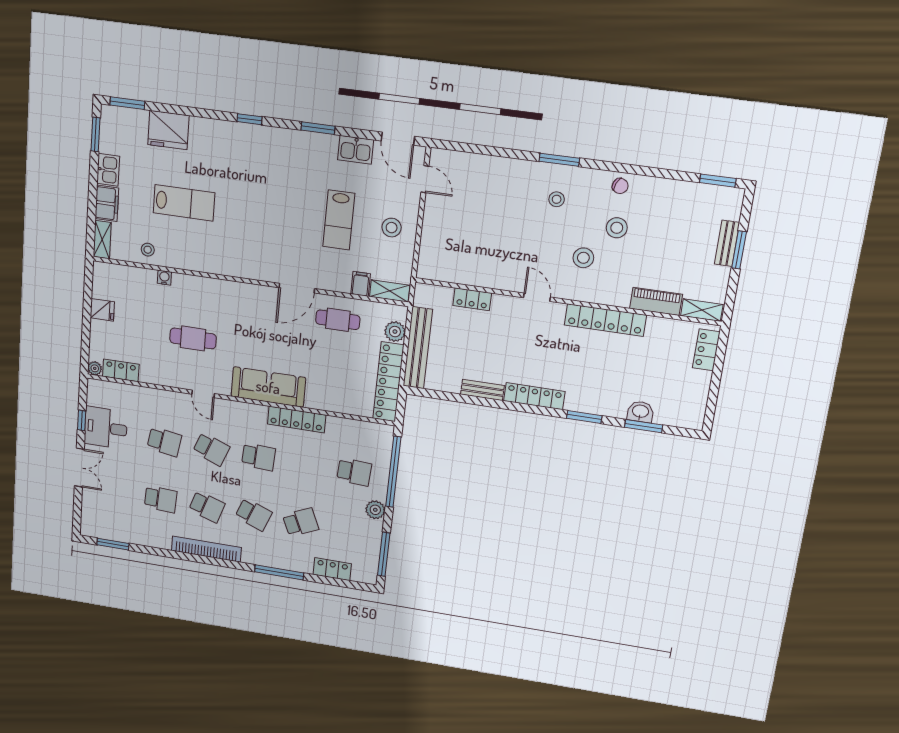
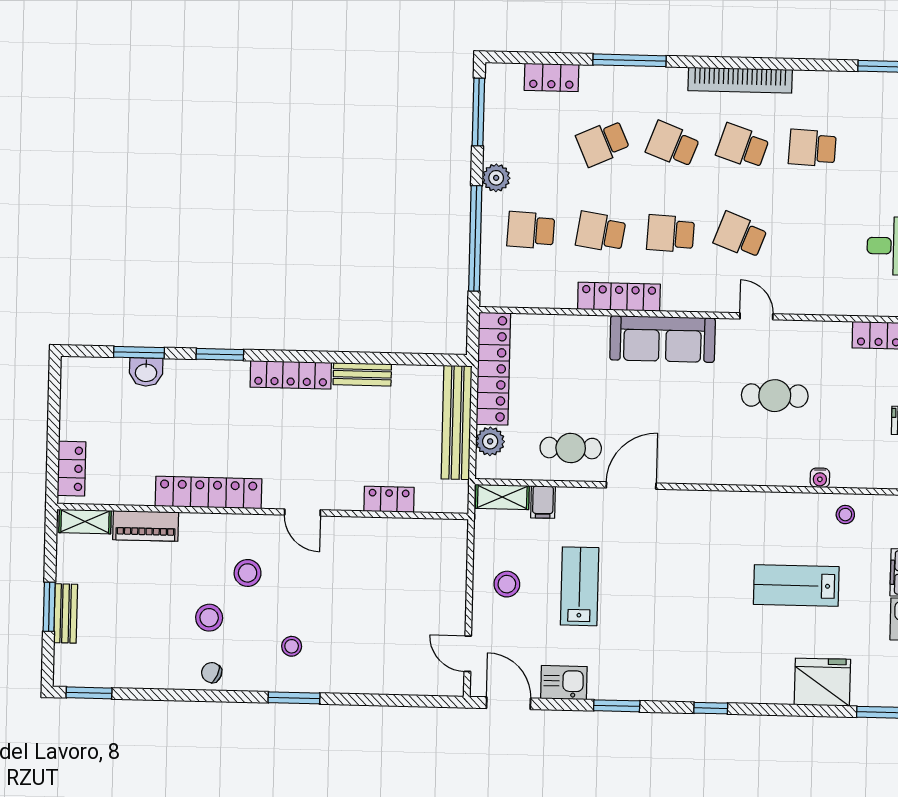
school desk: (164, 442) -> (601, 232), moved

